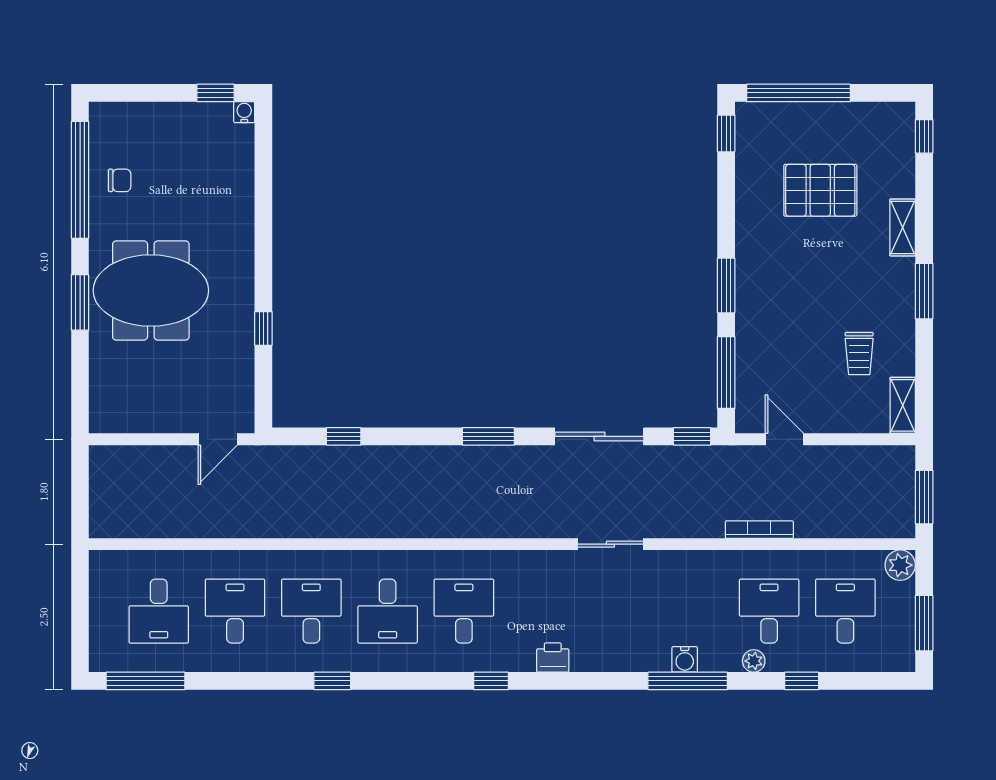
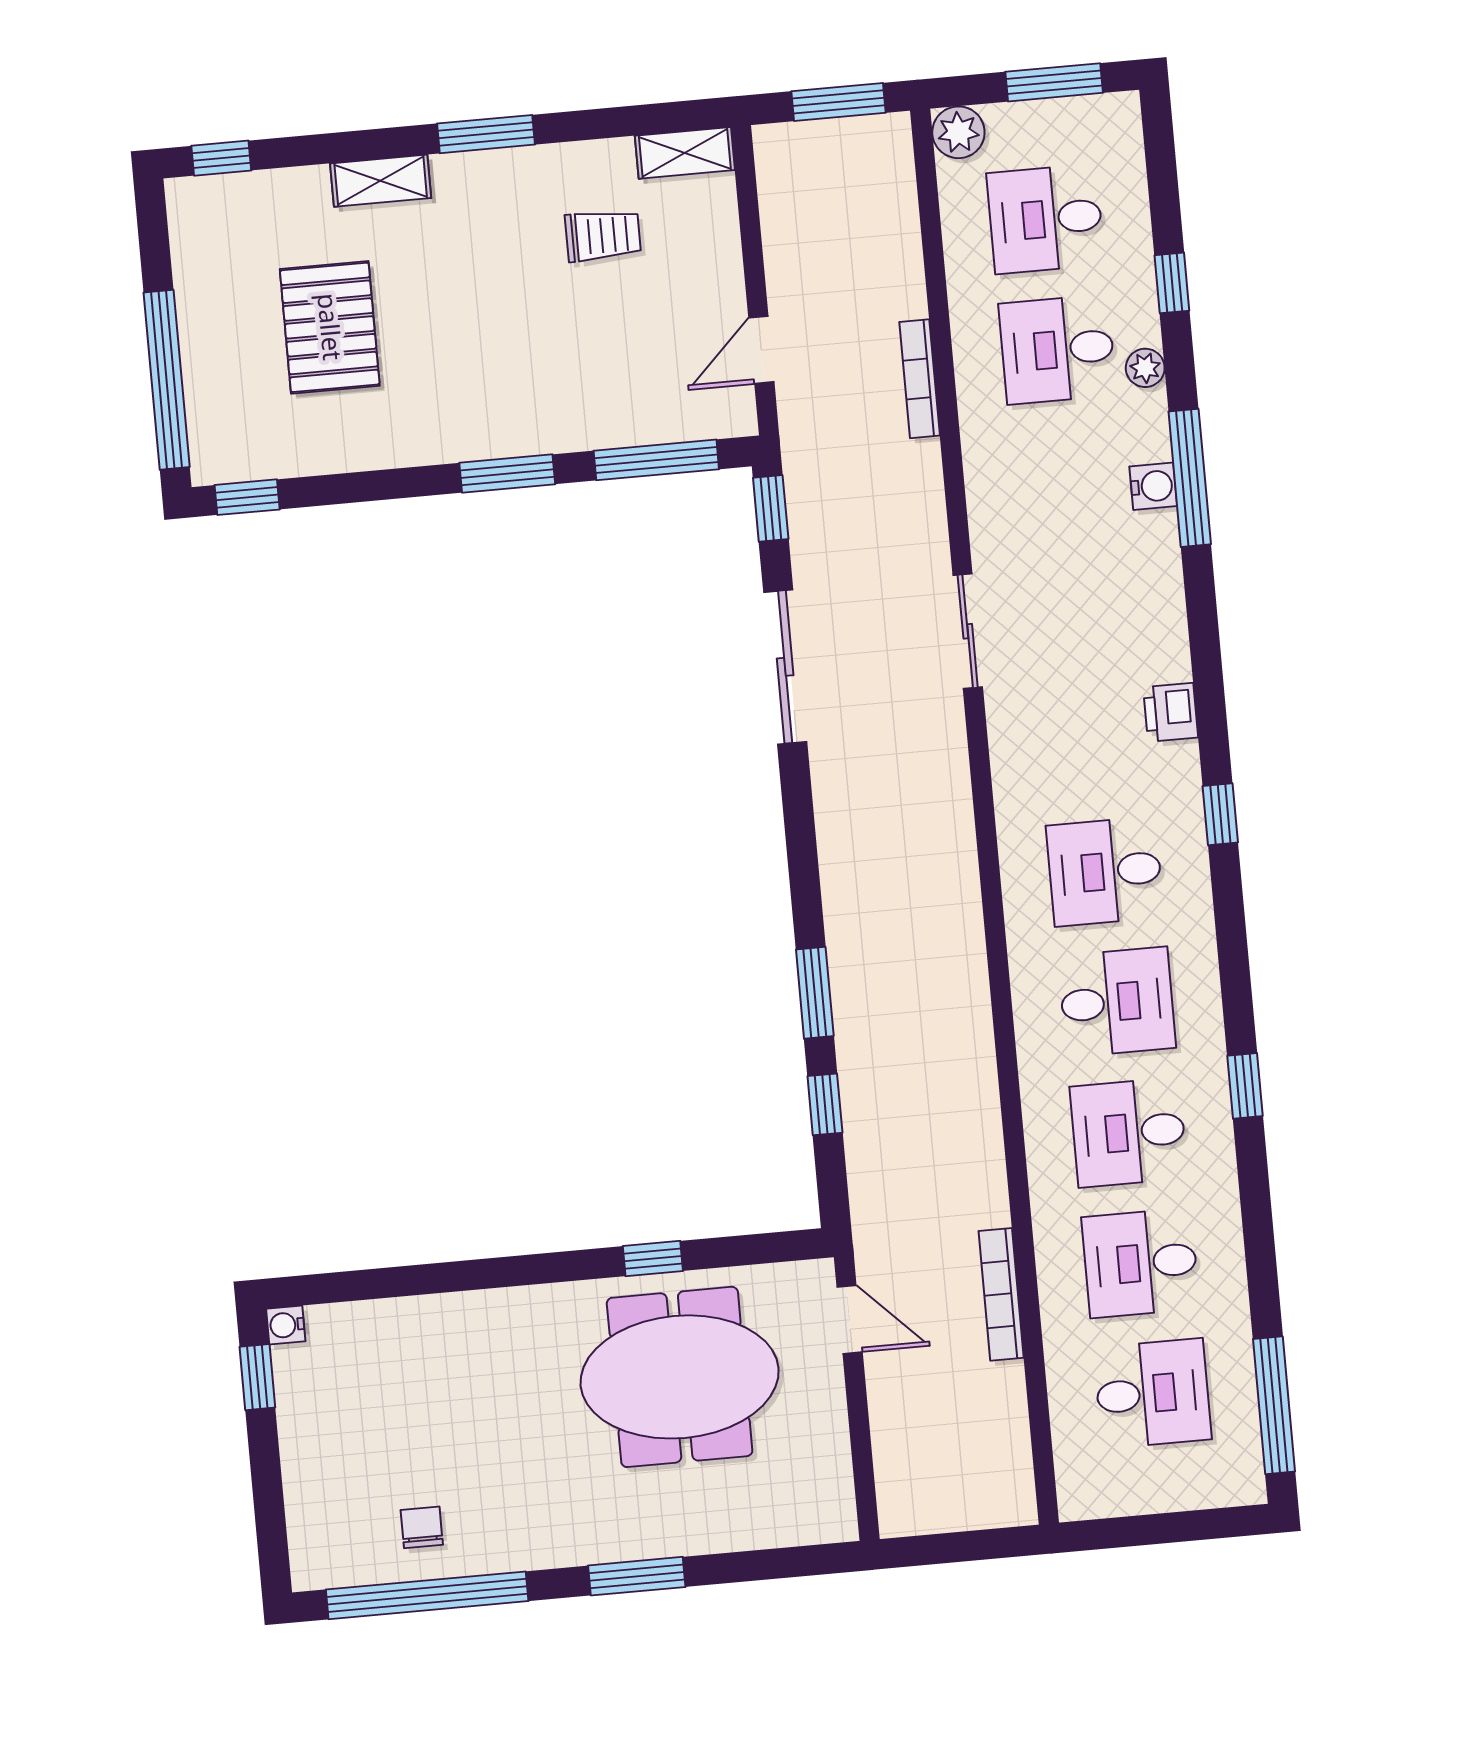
meeting table: (151, 290) -> (680, 1377), moved, turned 90
window: (488, 436) -> (815, 993), moved
bookcase: (224, 529) -> (1001, 1294), added

